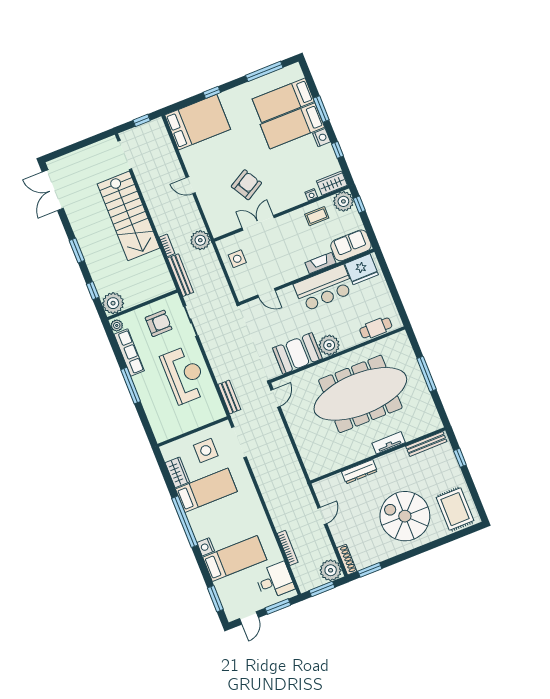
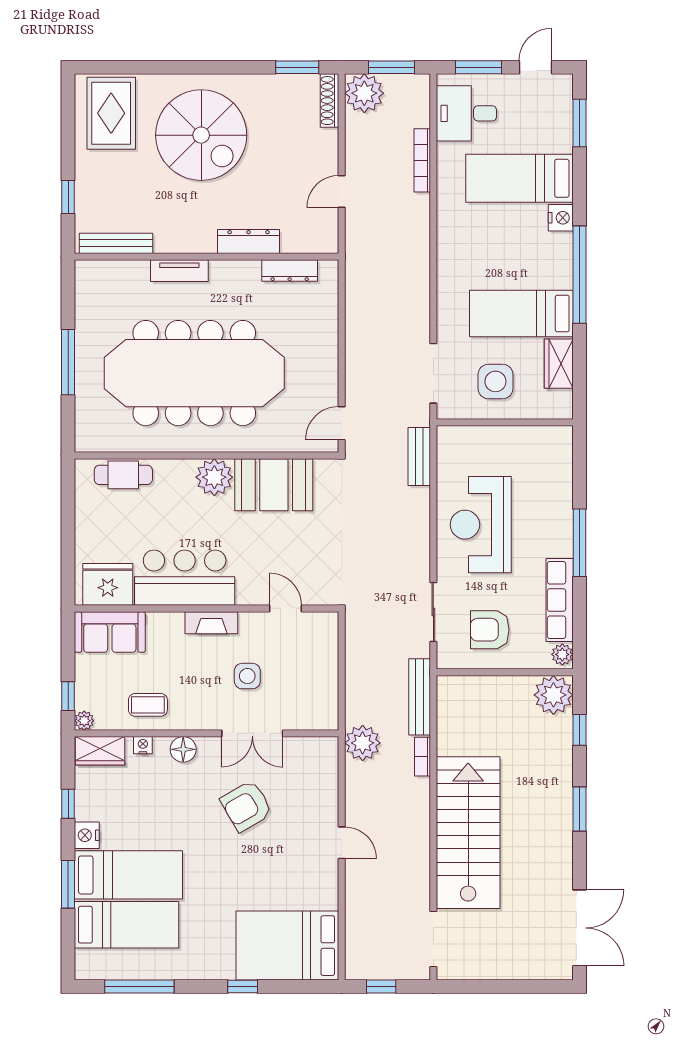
floor lamp: (290, 201) -> (183, 749), added
plant: (343, 201) -> (84, 721), width x0.53, depth x0.53
side table: (237, 259) -> (247, 676), moved
fireplace: (321, 263) -> (211, 623), moved
dresser: (333, 465) -> (290, 271), added

